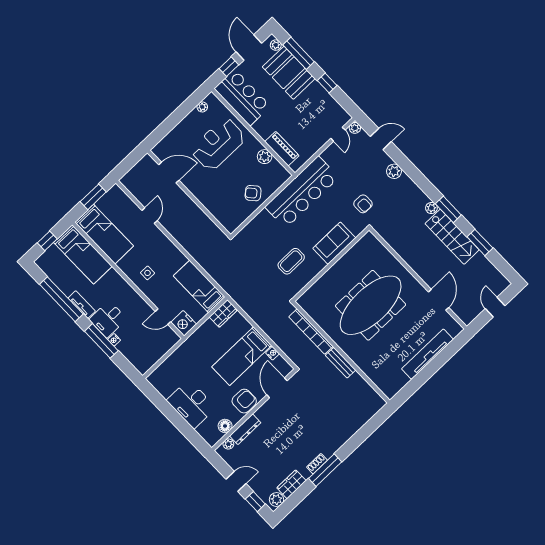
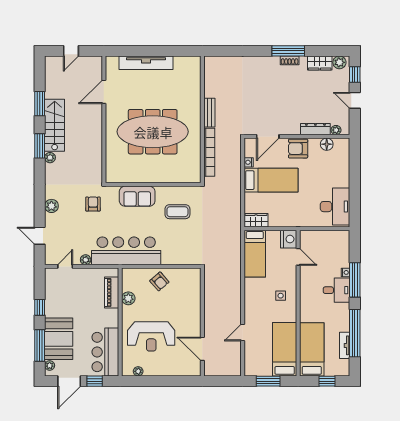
plant: (355, 128) -> (86, 260), moved
tv unit: (82, 305) -> (345, 345), moved
desk: (191, 404) -> (335, 207), moved

